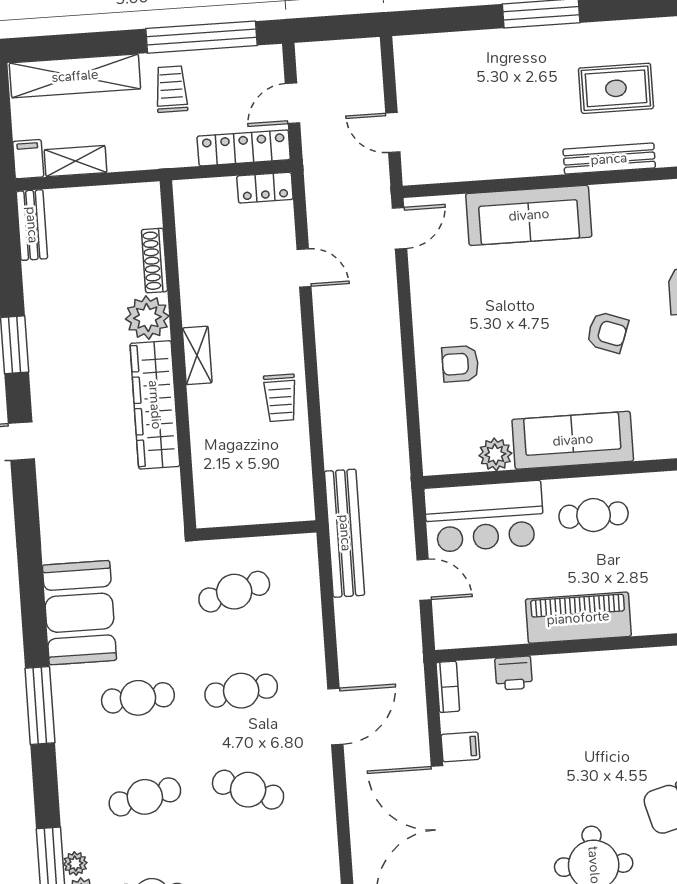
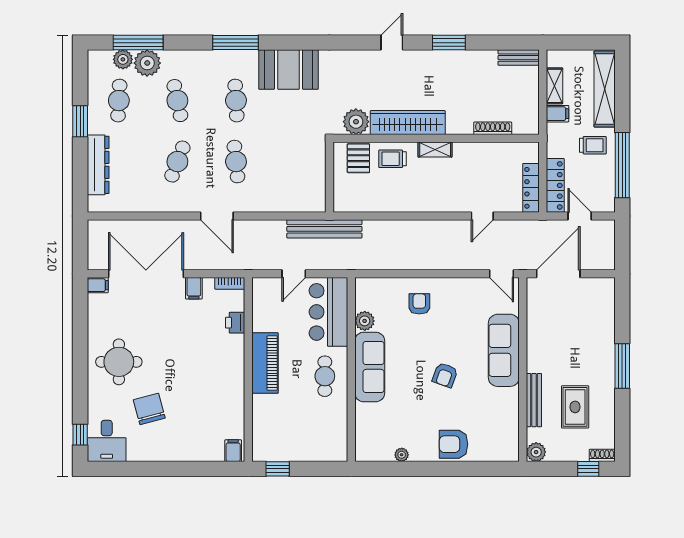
door: (393, 133) -> (558, 274), width x1.87
filing cabinet: (28, 159) -> (558, 114), moved
locker: (265, 188) -> (531, 188), width x1.53
plant: (147, 318) -> (356, 122), moved
armchair: (607, 332) -> (445, 375), moved
trolley: (280, 398) -> (392, 159), moved
pallet: (221, 484) -> (358, 158), added
cafe table: (234, 592) -> (295, 162), removed
plant: (75, 864) -> (147, 63), width x1.88, depth x1.88

